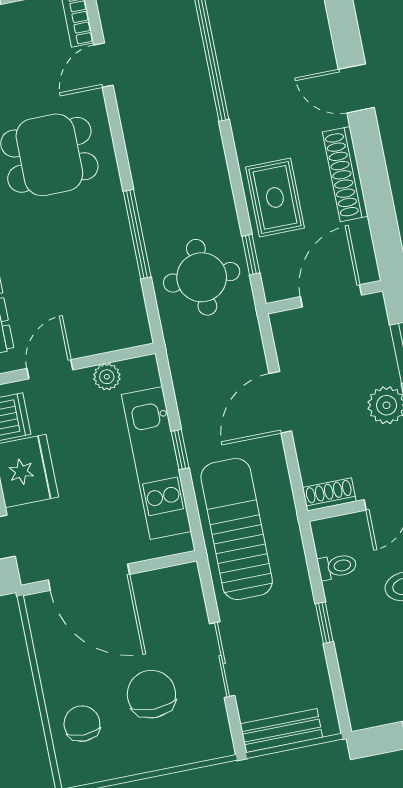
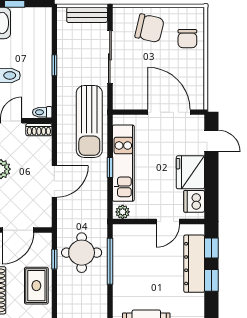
window: (137, 234) -> (110, 261), moved
plant: (107, 377) -> (123, 212), moved
toilet: (337, 566) -> (42, 112), moved
sliding door: (222, 660) -> (110, 57), width x1.37
chair: (151, 694) -> (150, 28), moved, turned -77

